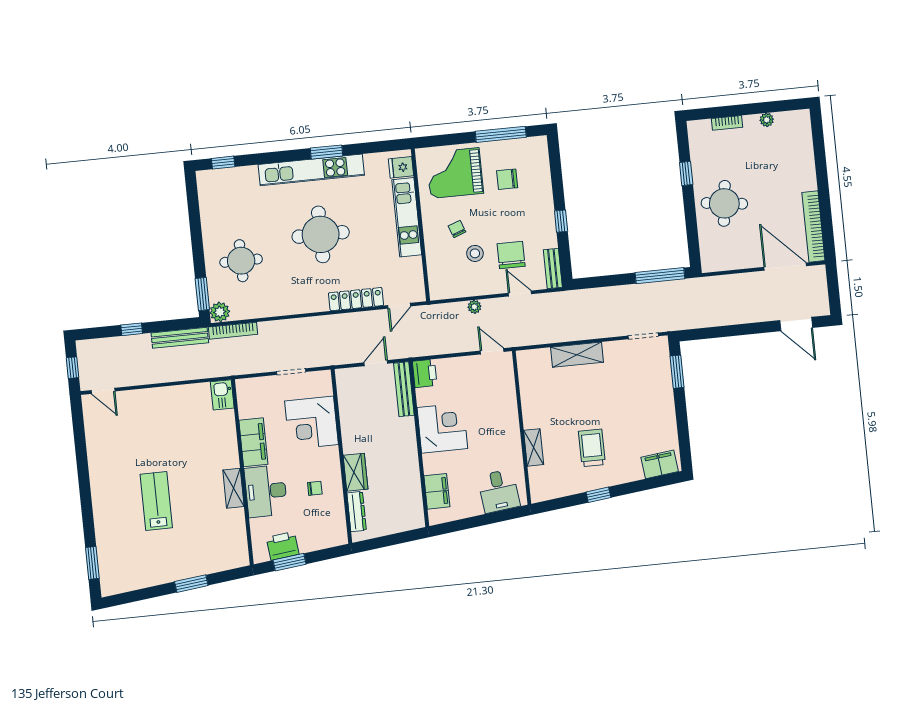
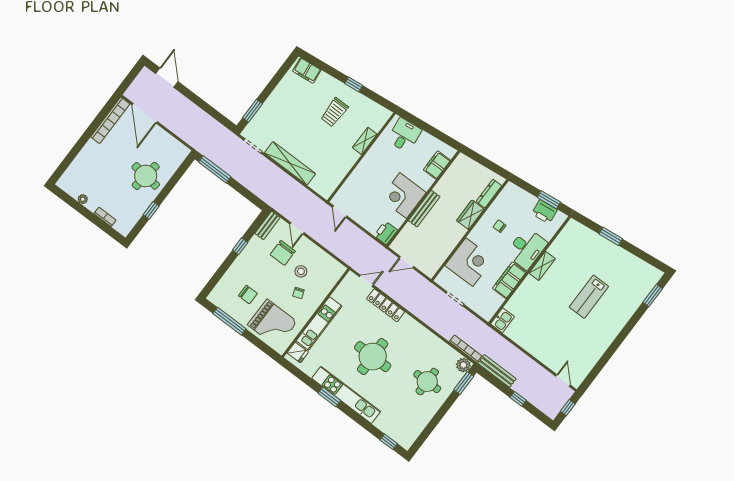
plant: (474, 307) -> (327, 244), removed
shelving: (577, 355) -> (290, 163), width x1.47
bench: (404, 389) -> (424, 209), moved

